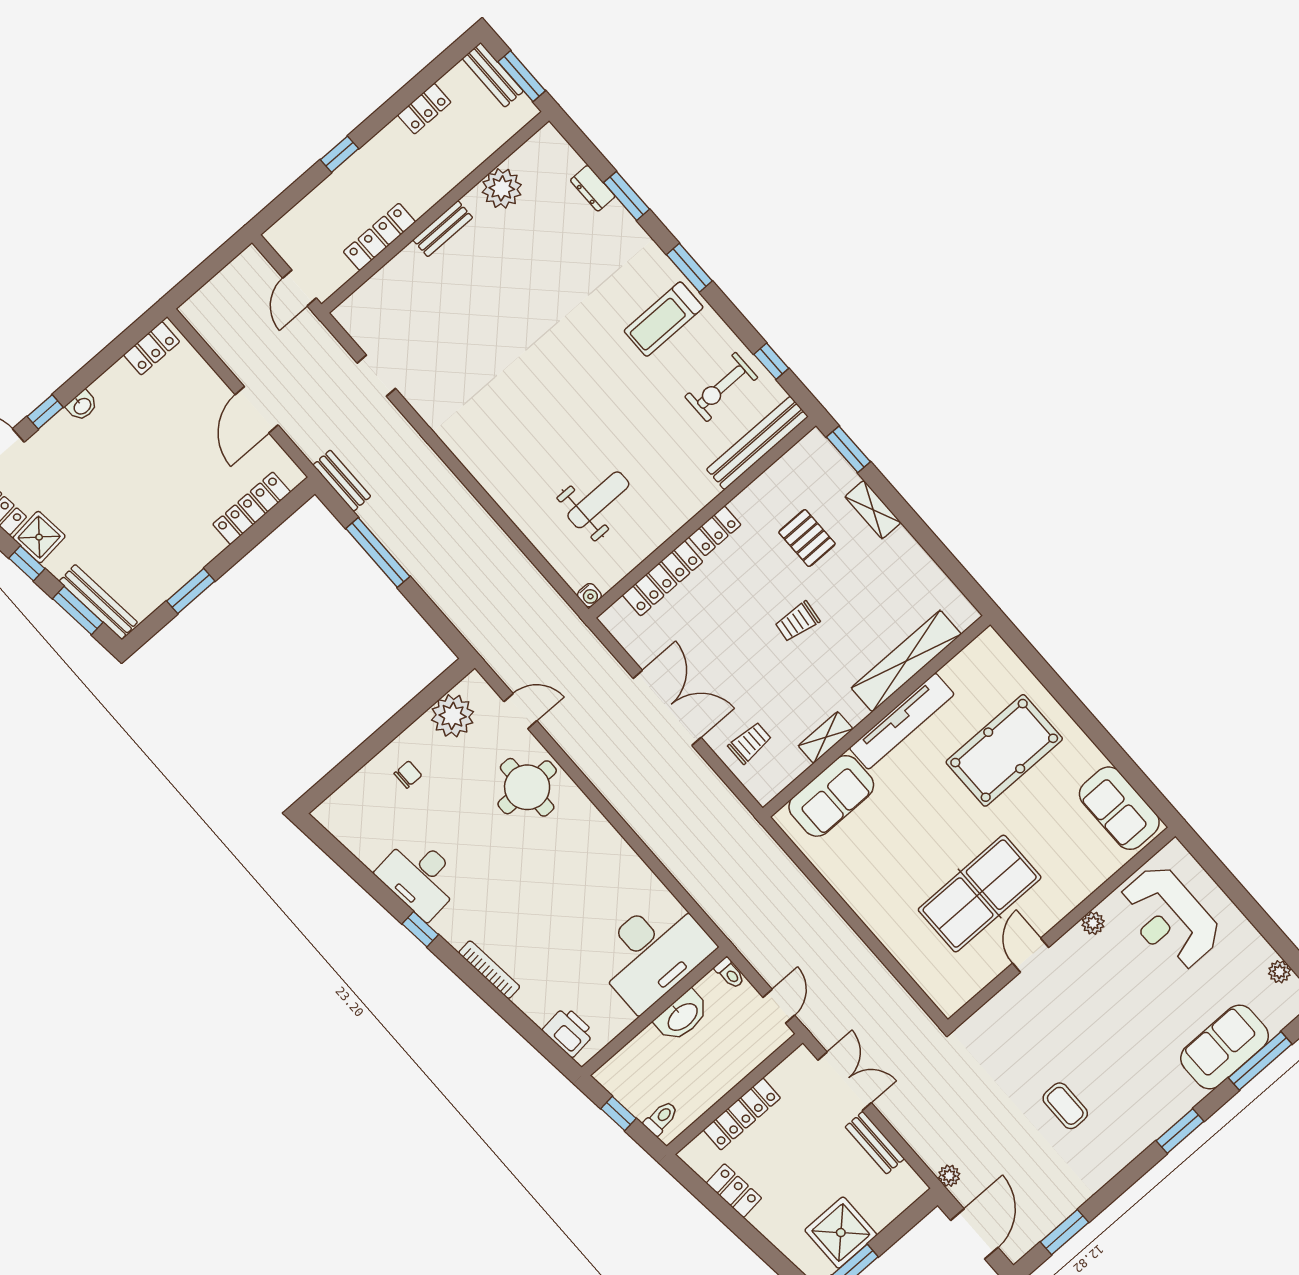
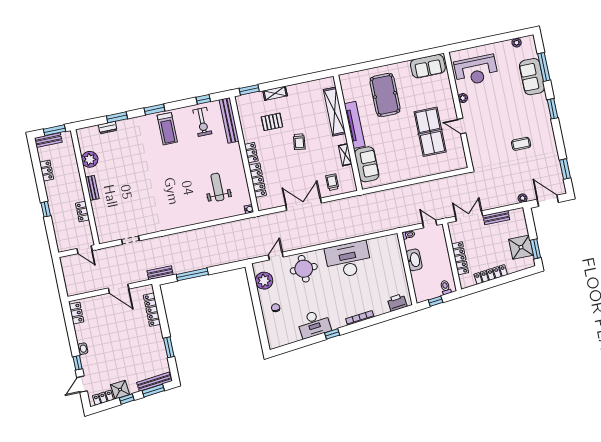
locker: (379, 237) -> (82, 212), width x0.66
desk: (653, 952) -> (348, 260), moved, turned -90
locker: (734, 1191) -> (491, 274), width x1.53

